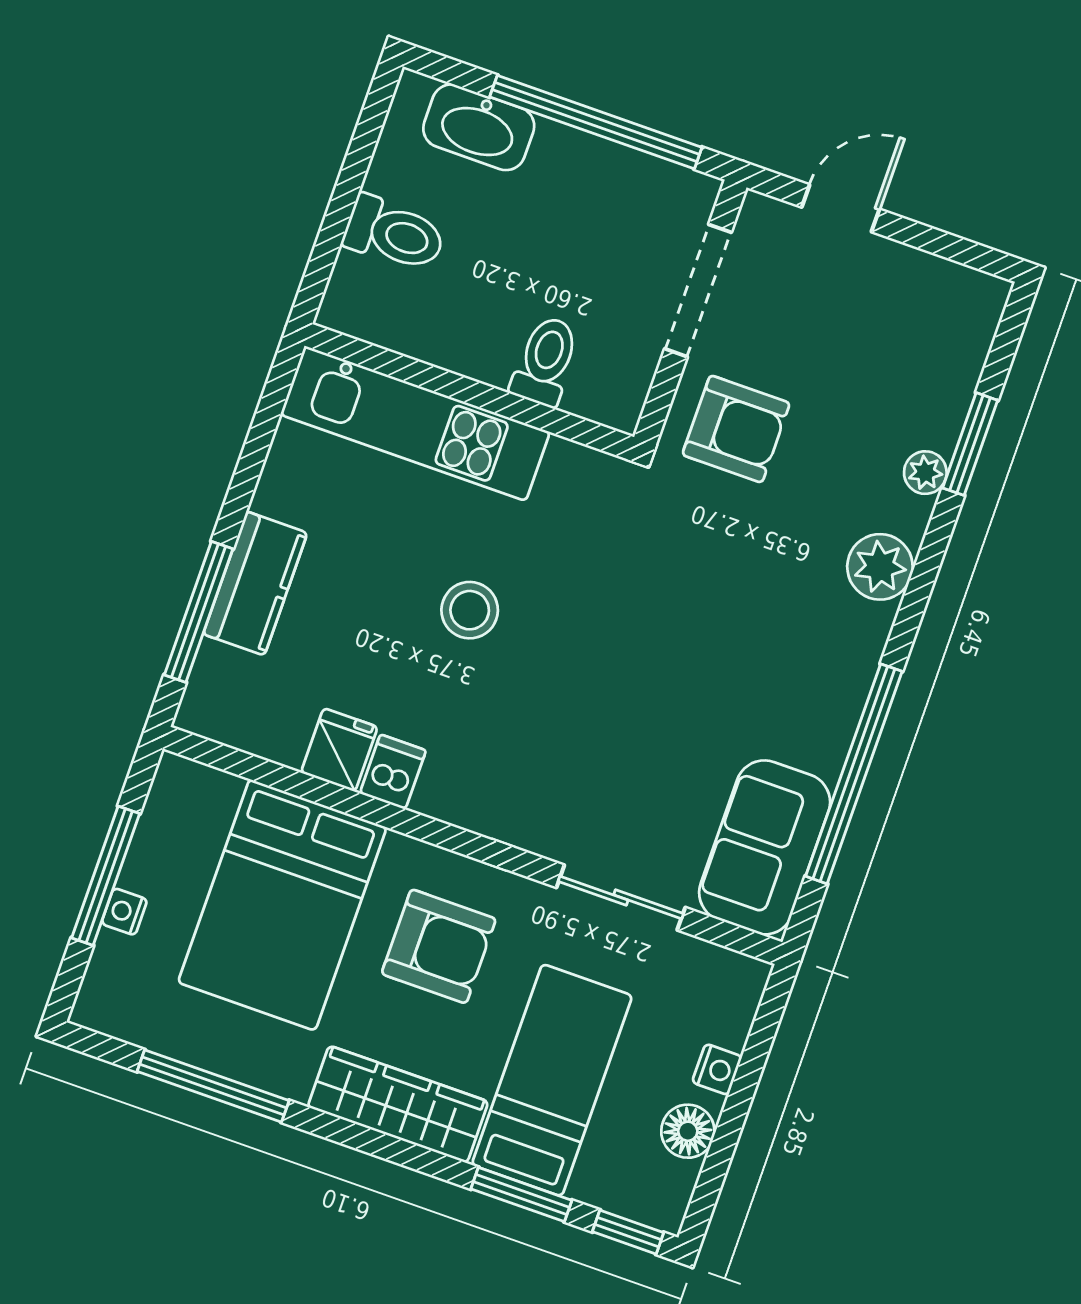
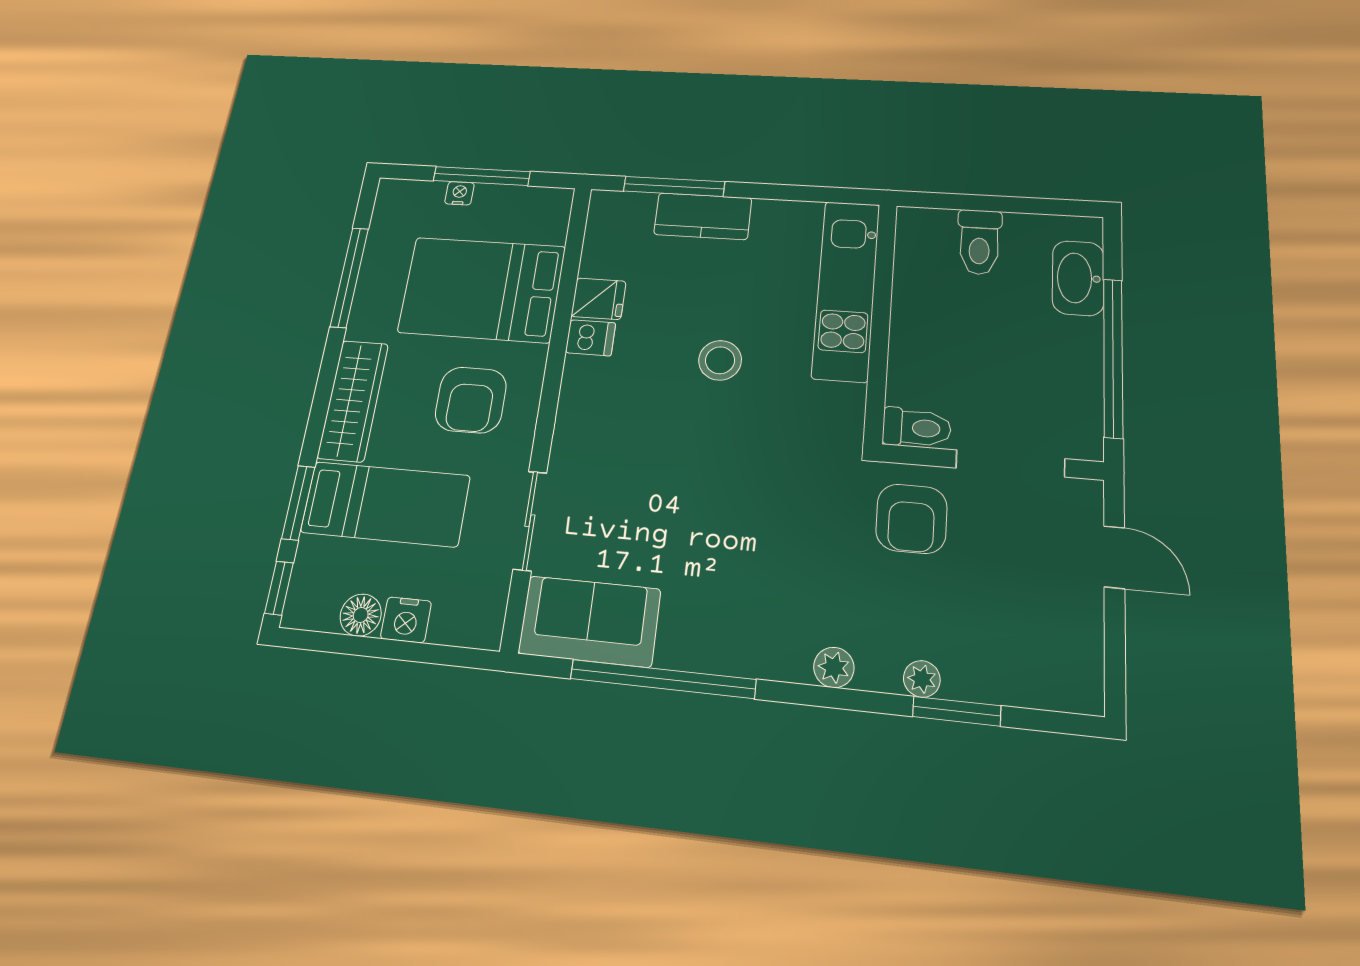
toilet: (545, 361) -> (917, 428), moved
plant: (880, 567) -> (834, 667), width x0.73, depth x0.73
nightstand: (717, 1069) -> (406, 620), width x1.39, depth x1.35

